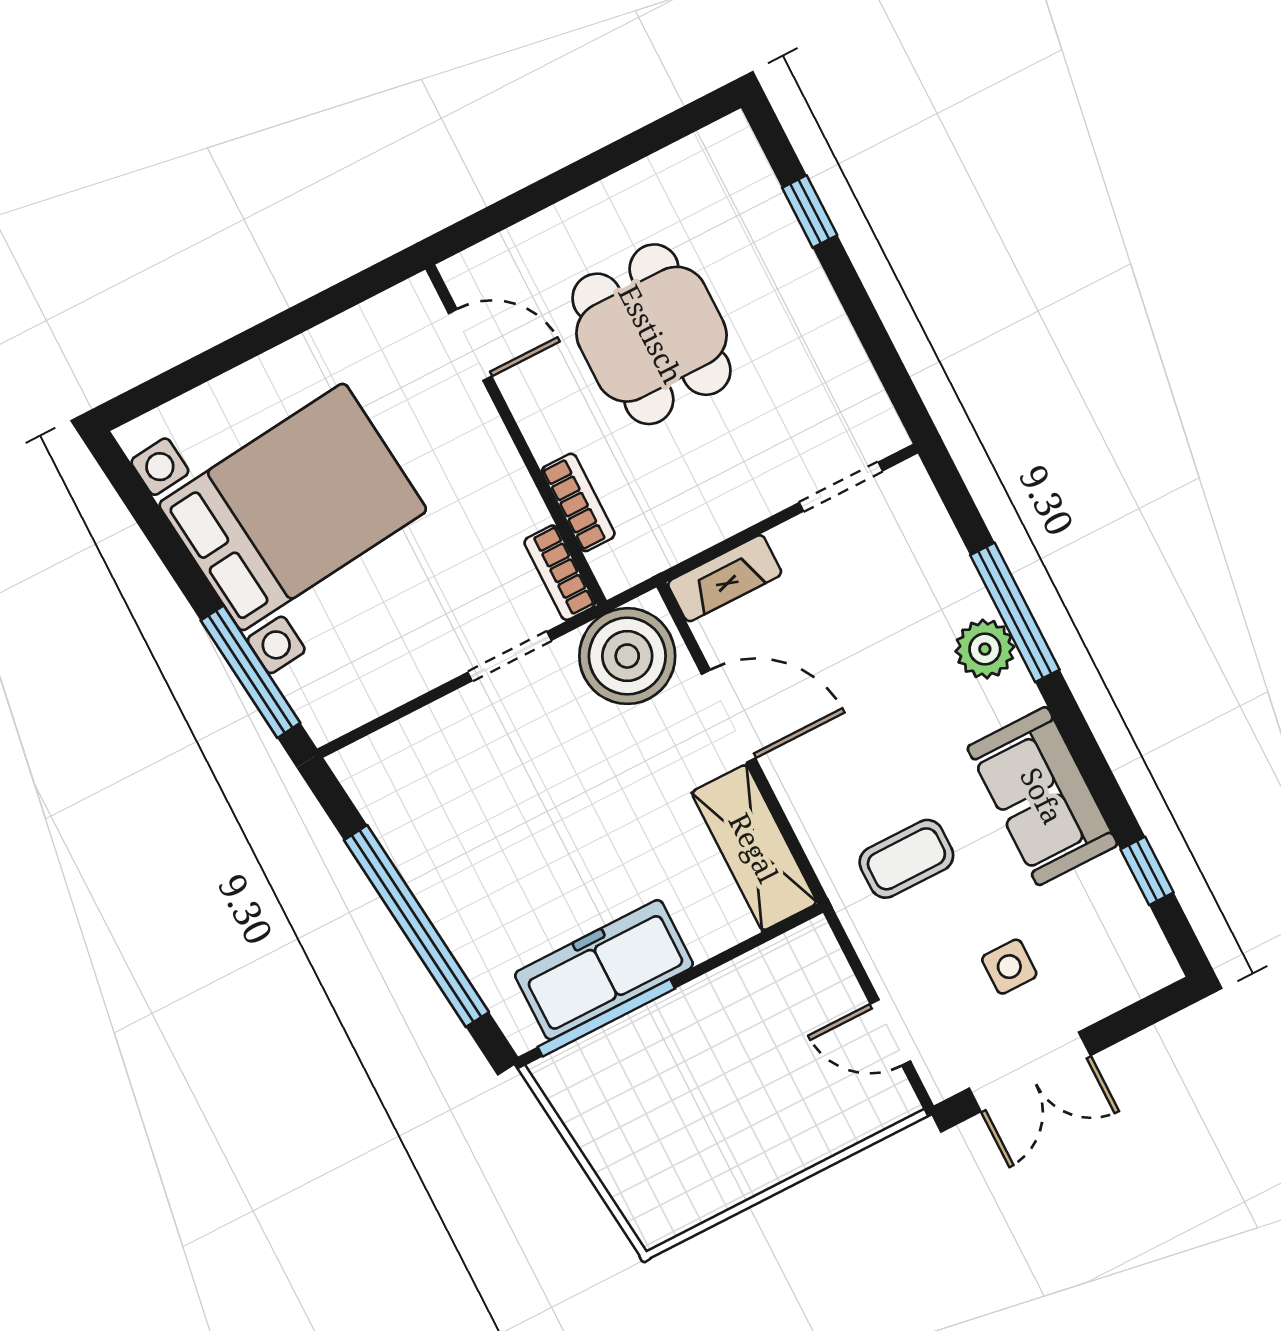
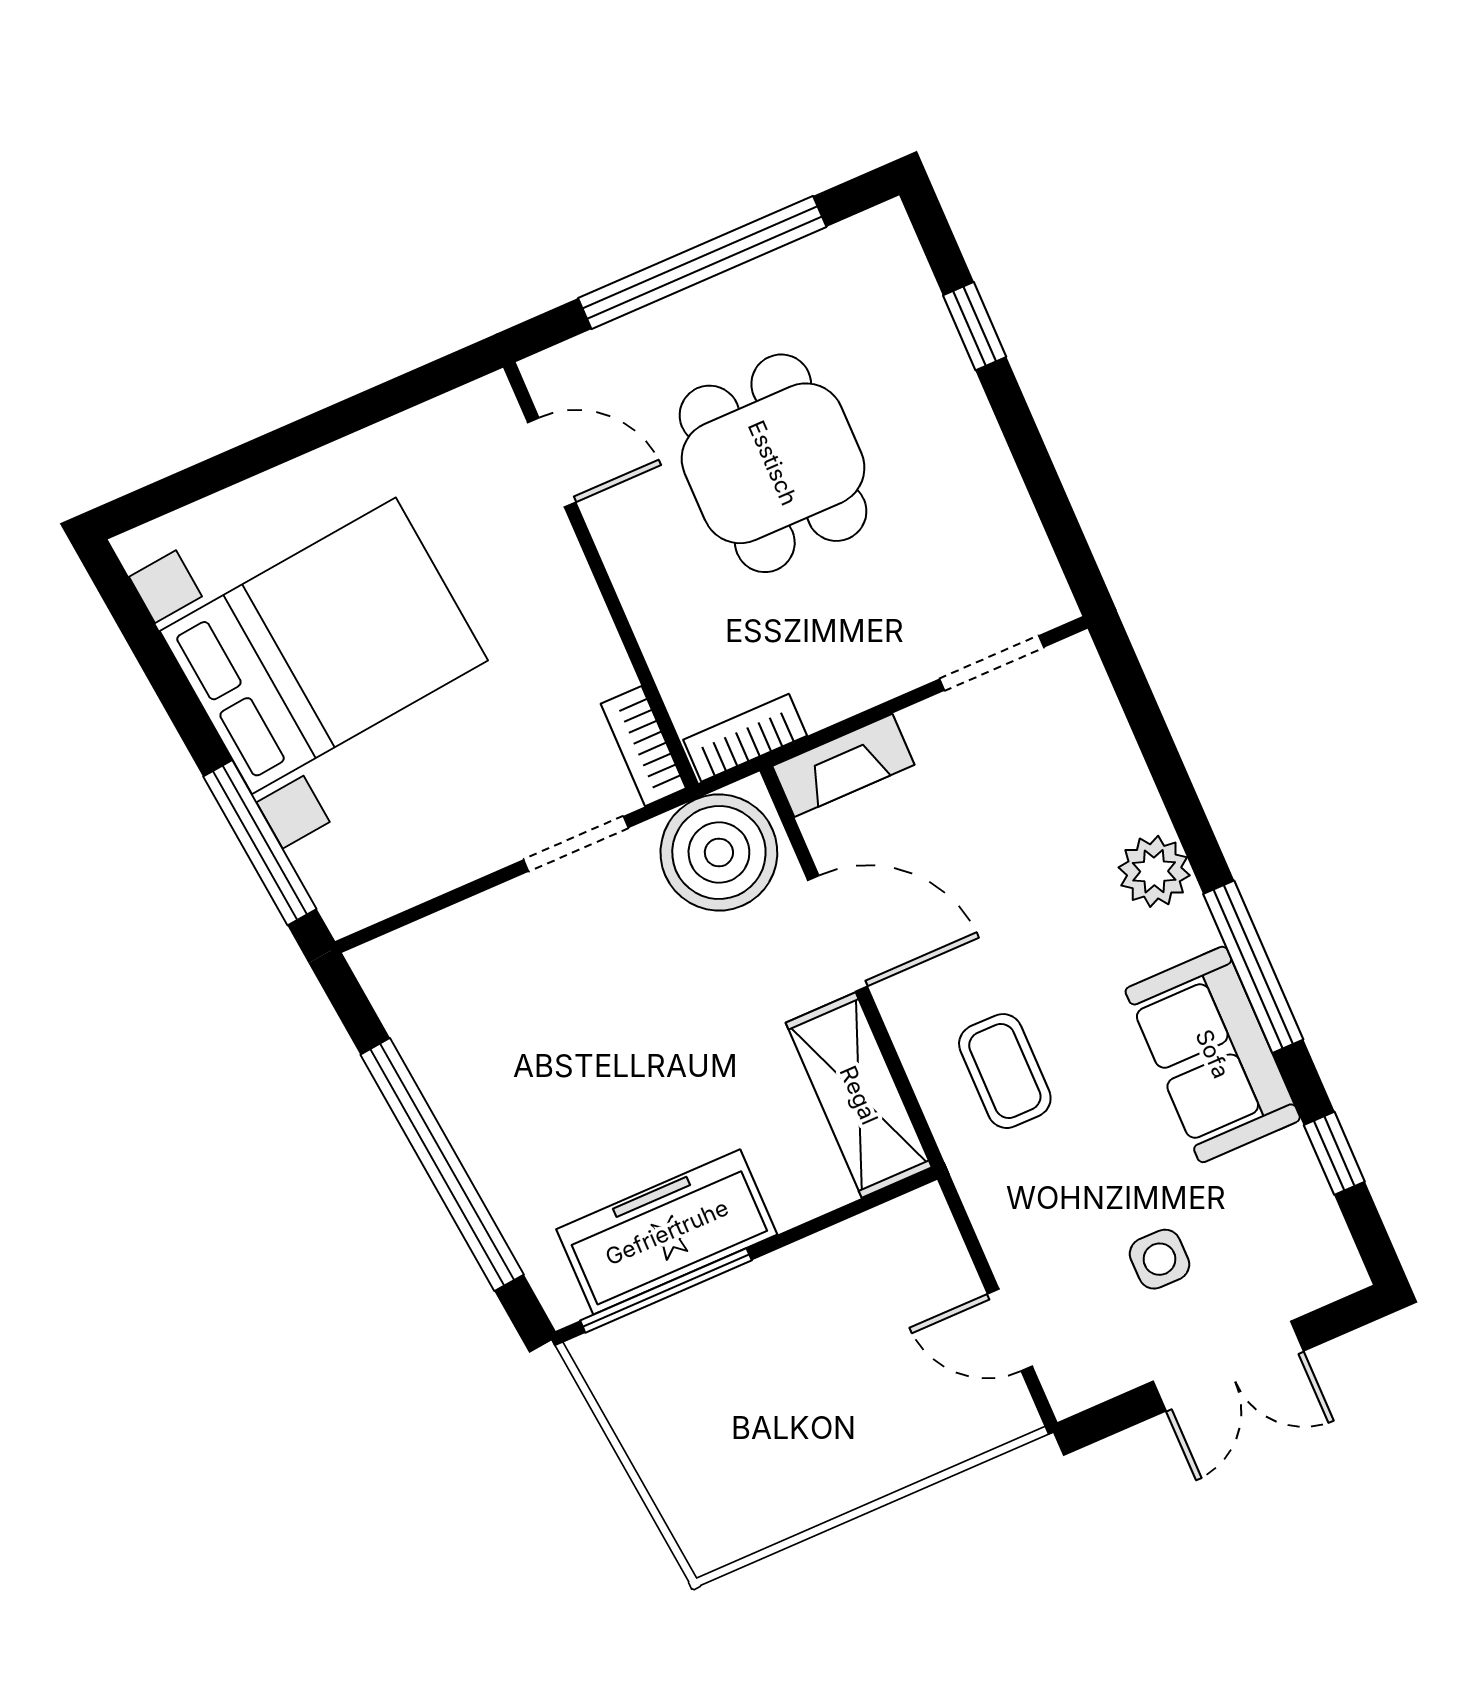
window: (583, 173) -> (702, 262), added
bookcase: (578, 502) -> (745, 738), moved, turned -90
window: (1015, 612) -> (1253, 967), moved
coffee table: (906, 859) -> (1005, 1071), moved, turned 90
double door: (1030, 1072) -> (1228, 1366), moved

